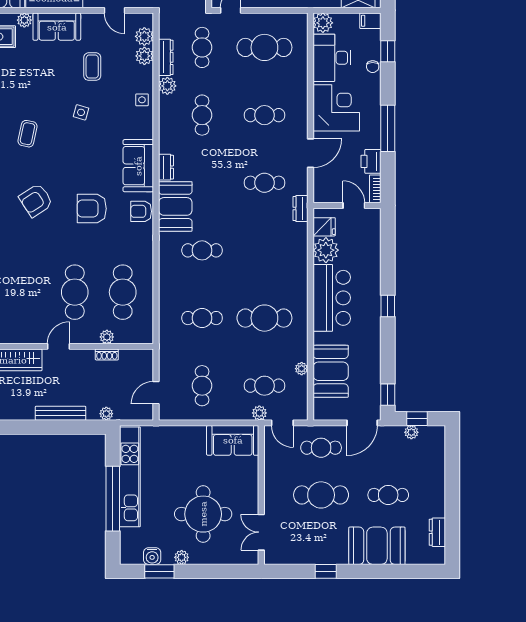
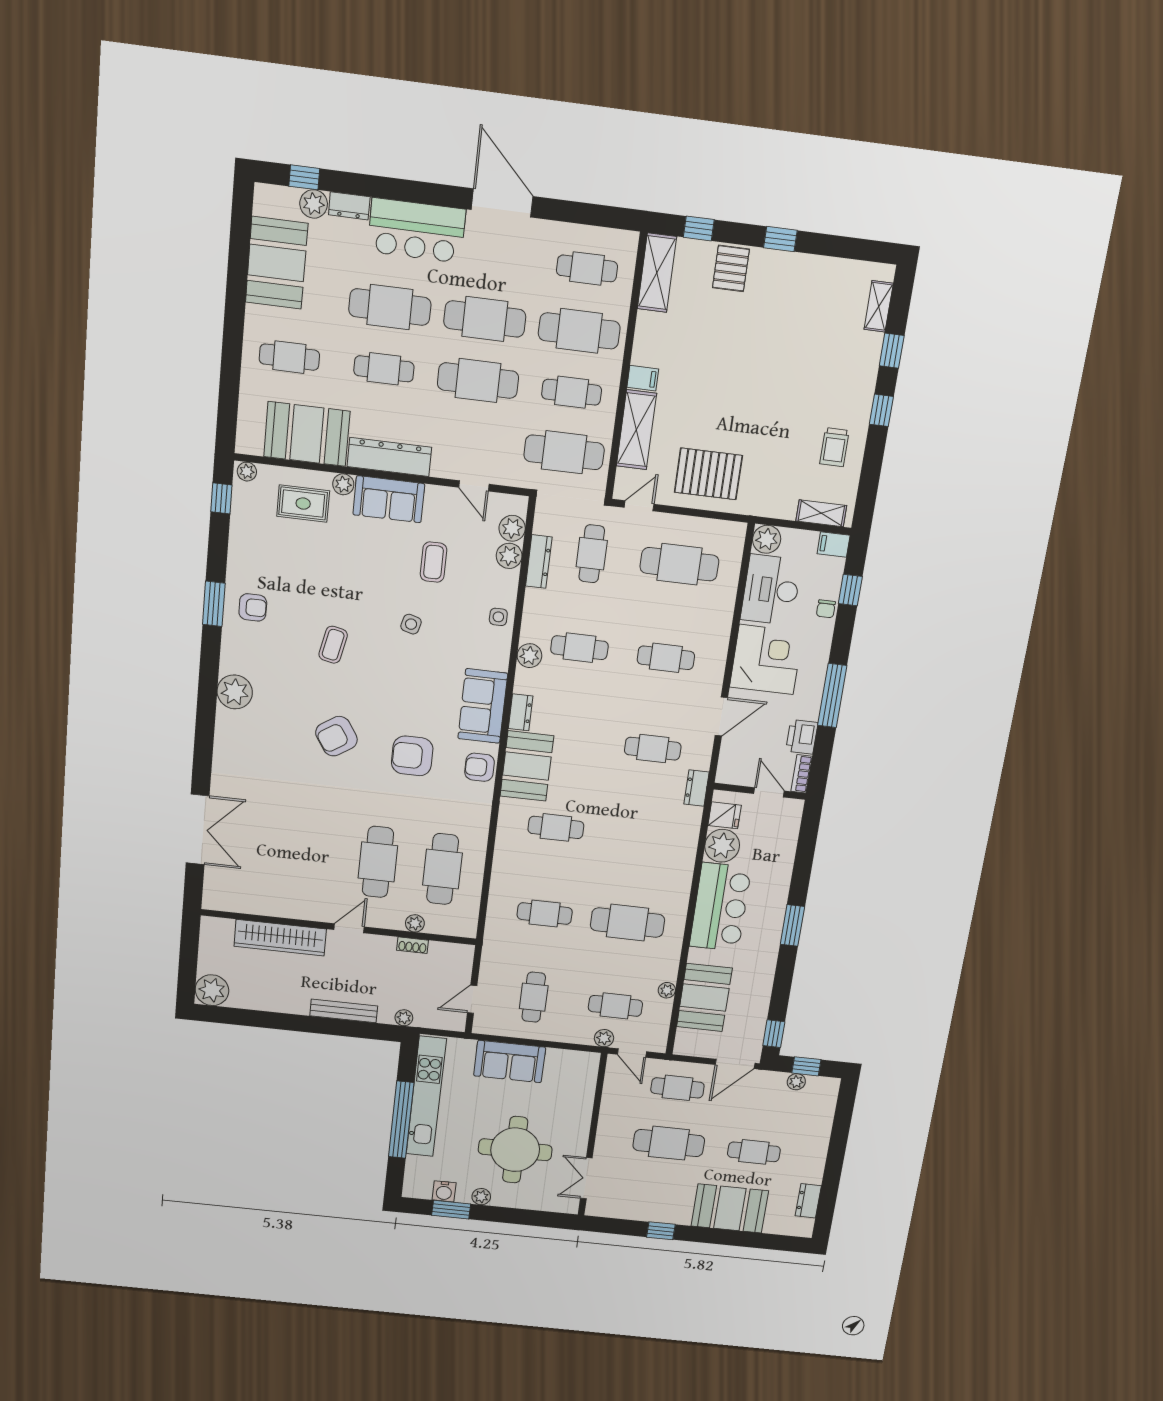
plant: (167, 86) -> (529, 656), moved
cafe table: (202, 115) -> (579, 648), turned 90
window: (388, 306) -> (792, 925), width x1.50
sofa: (233, 440) -> (510, 1061), moved

